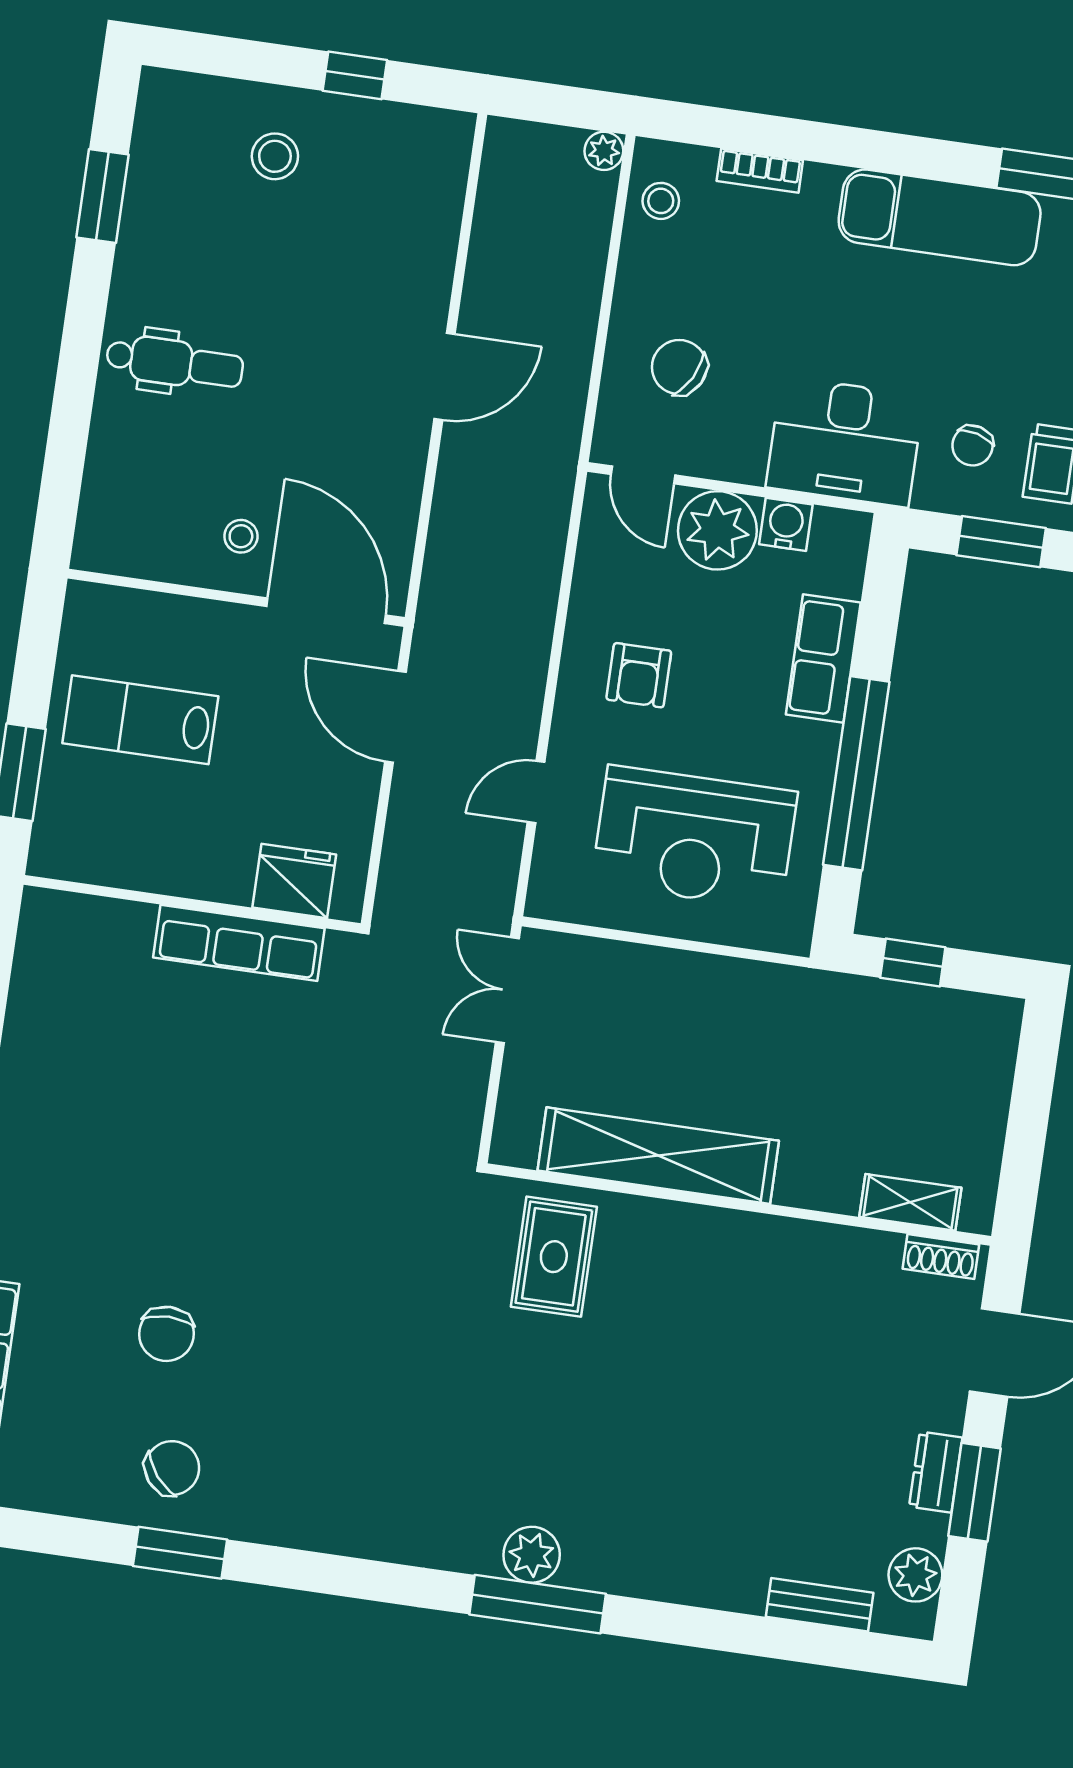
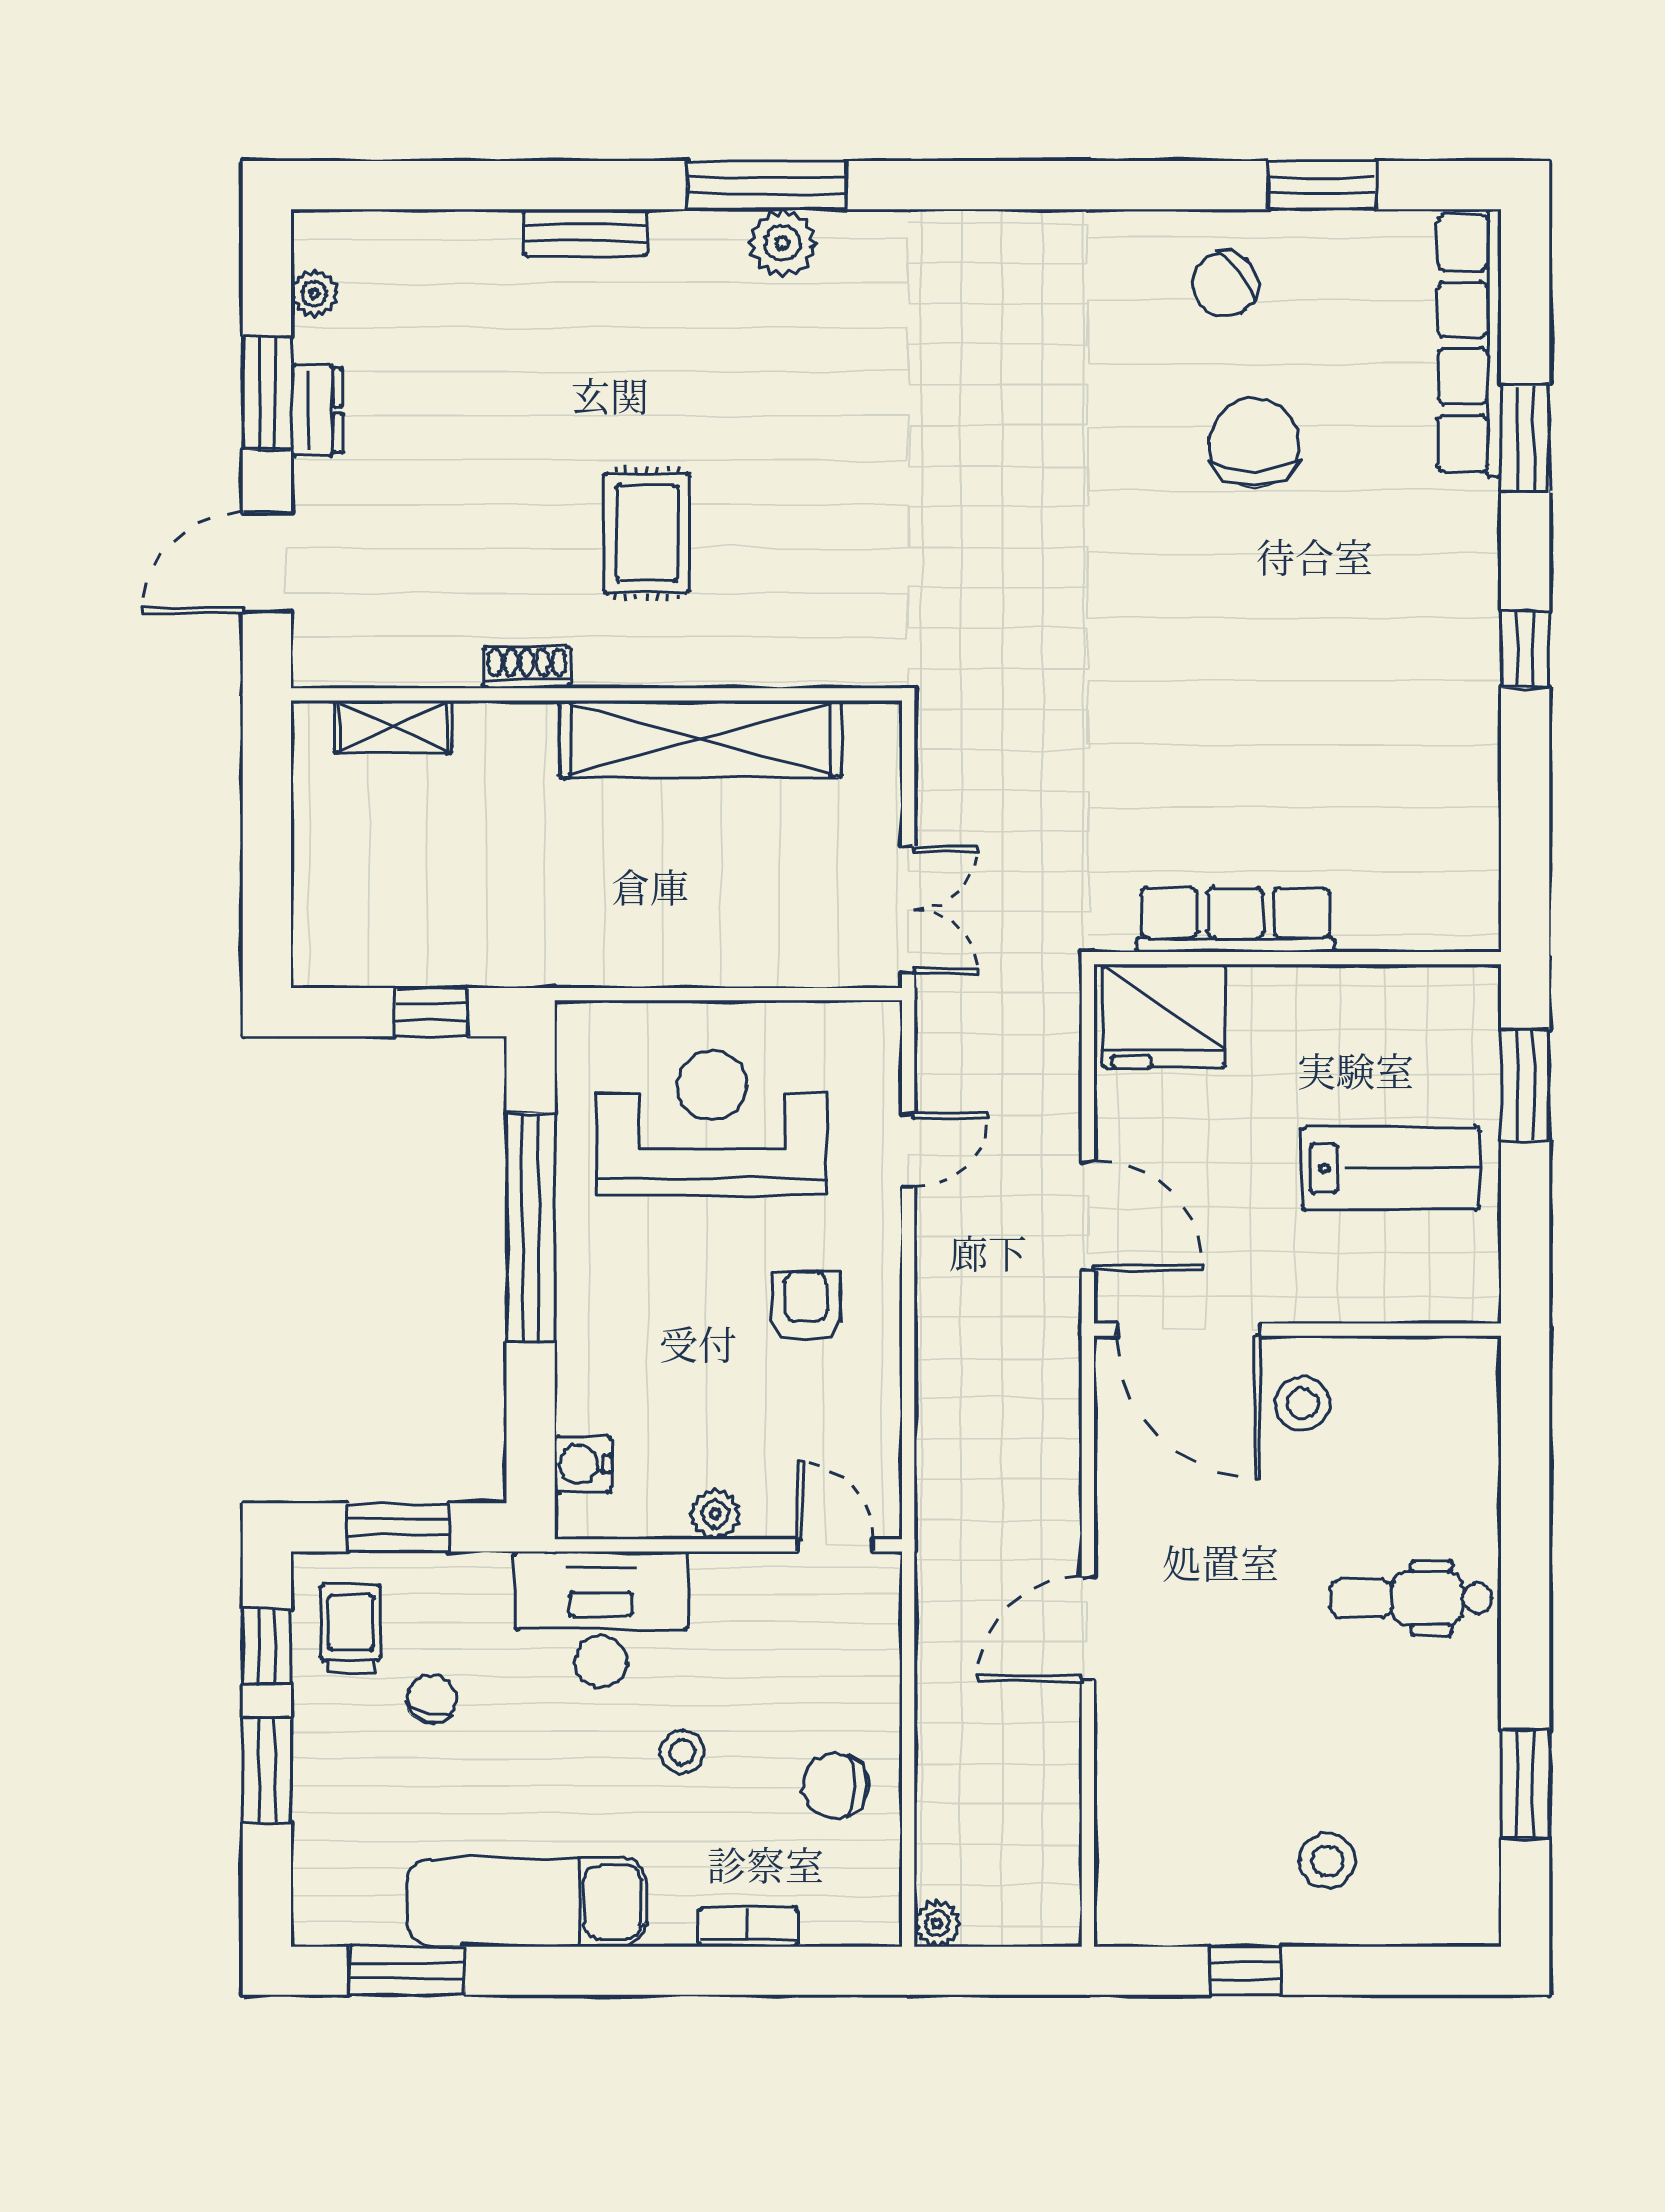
stool: (661, 201) -> (682, 1752), moved
chair: (679, 367) -> (835, 1786), moved, turned 152
chair: (973, 446) -> (432, 1699), moved
water cooler: (786, 524) -> (583, 1464), moved, turned 90
plant: (717, 530) -> (715, 1514), width x0.53, depth x0.53
stool: (241, 536) -> (1302, 1403), width x1.37, depth x1.37
row of seats: (823, 659) -> (589, 1358), removed
fridge: (294, 881) -> (1164, 1016), width x1.36, depth x1.34
rug: (554, 1257) -> (647, 533), moved
shoe rack: (941, 1257) -> (527, 667), moved
chair: (166, 1334) -> (1254, 443), width x1.37, depth x1.37
window: (180, 1553) -> (1322, 185), moved
plant: (915, 1575) -> (314, 293), width x0.73, depth x0.73
bench: (820, 1605) -> (585, 233), moved

